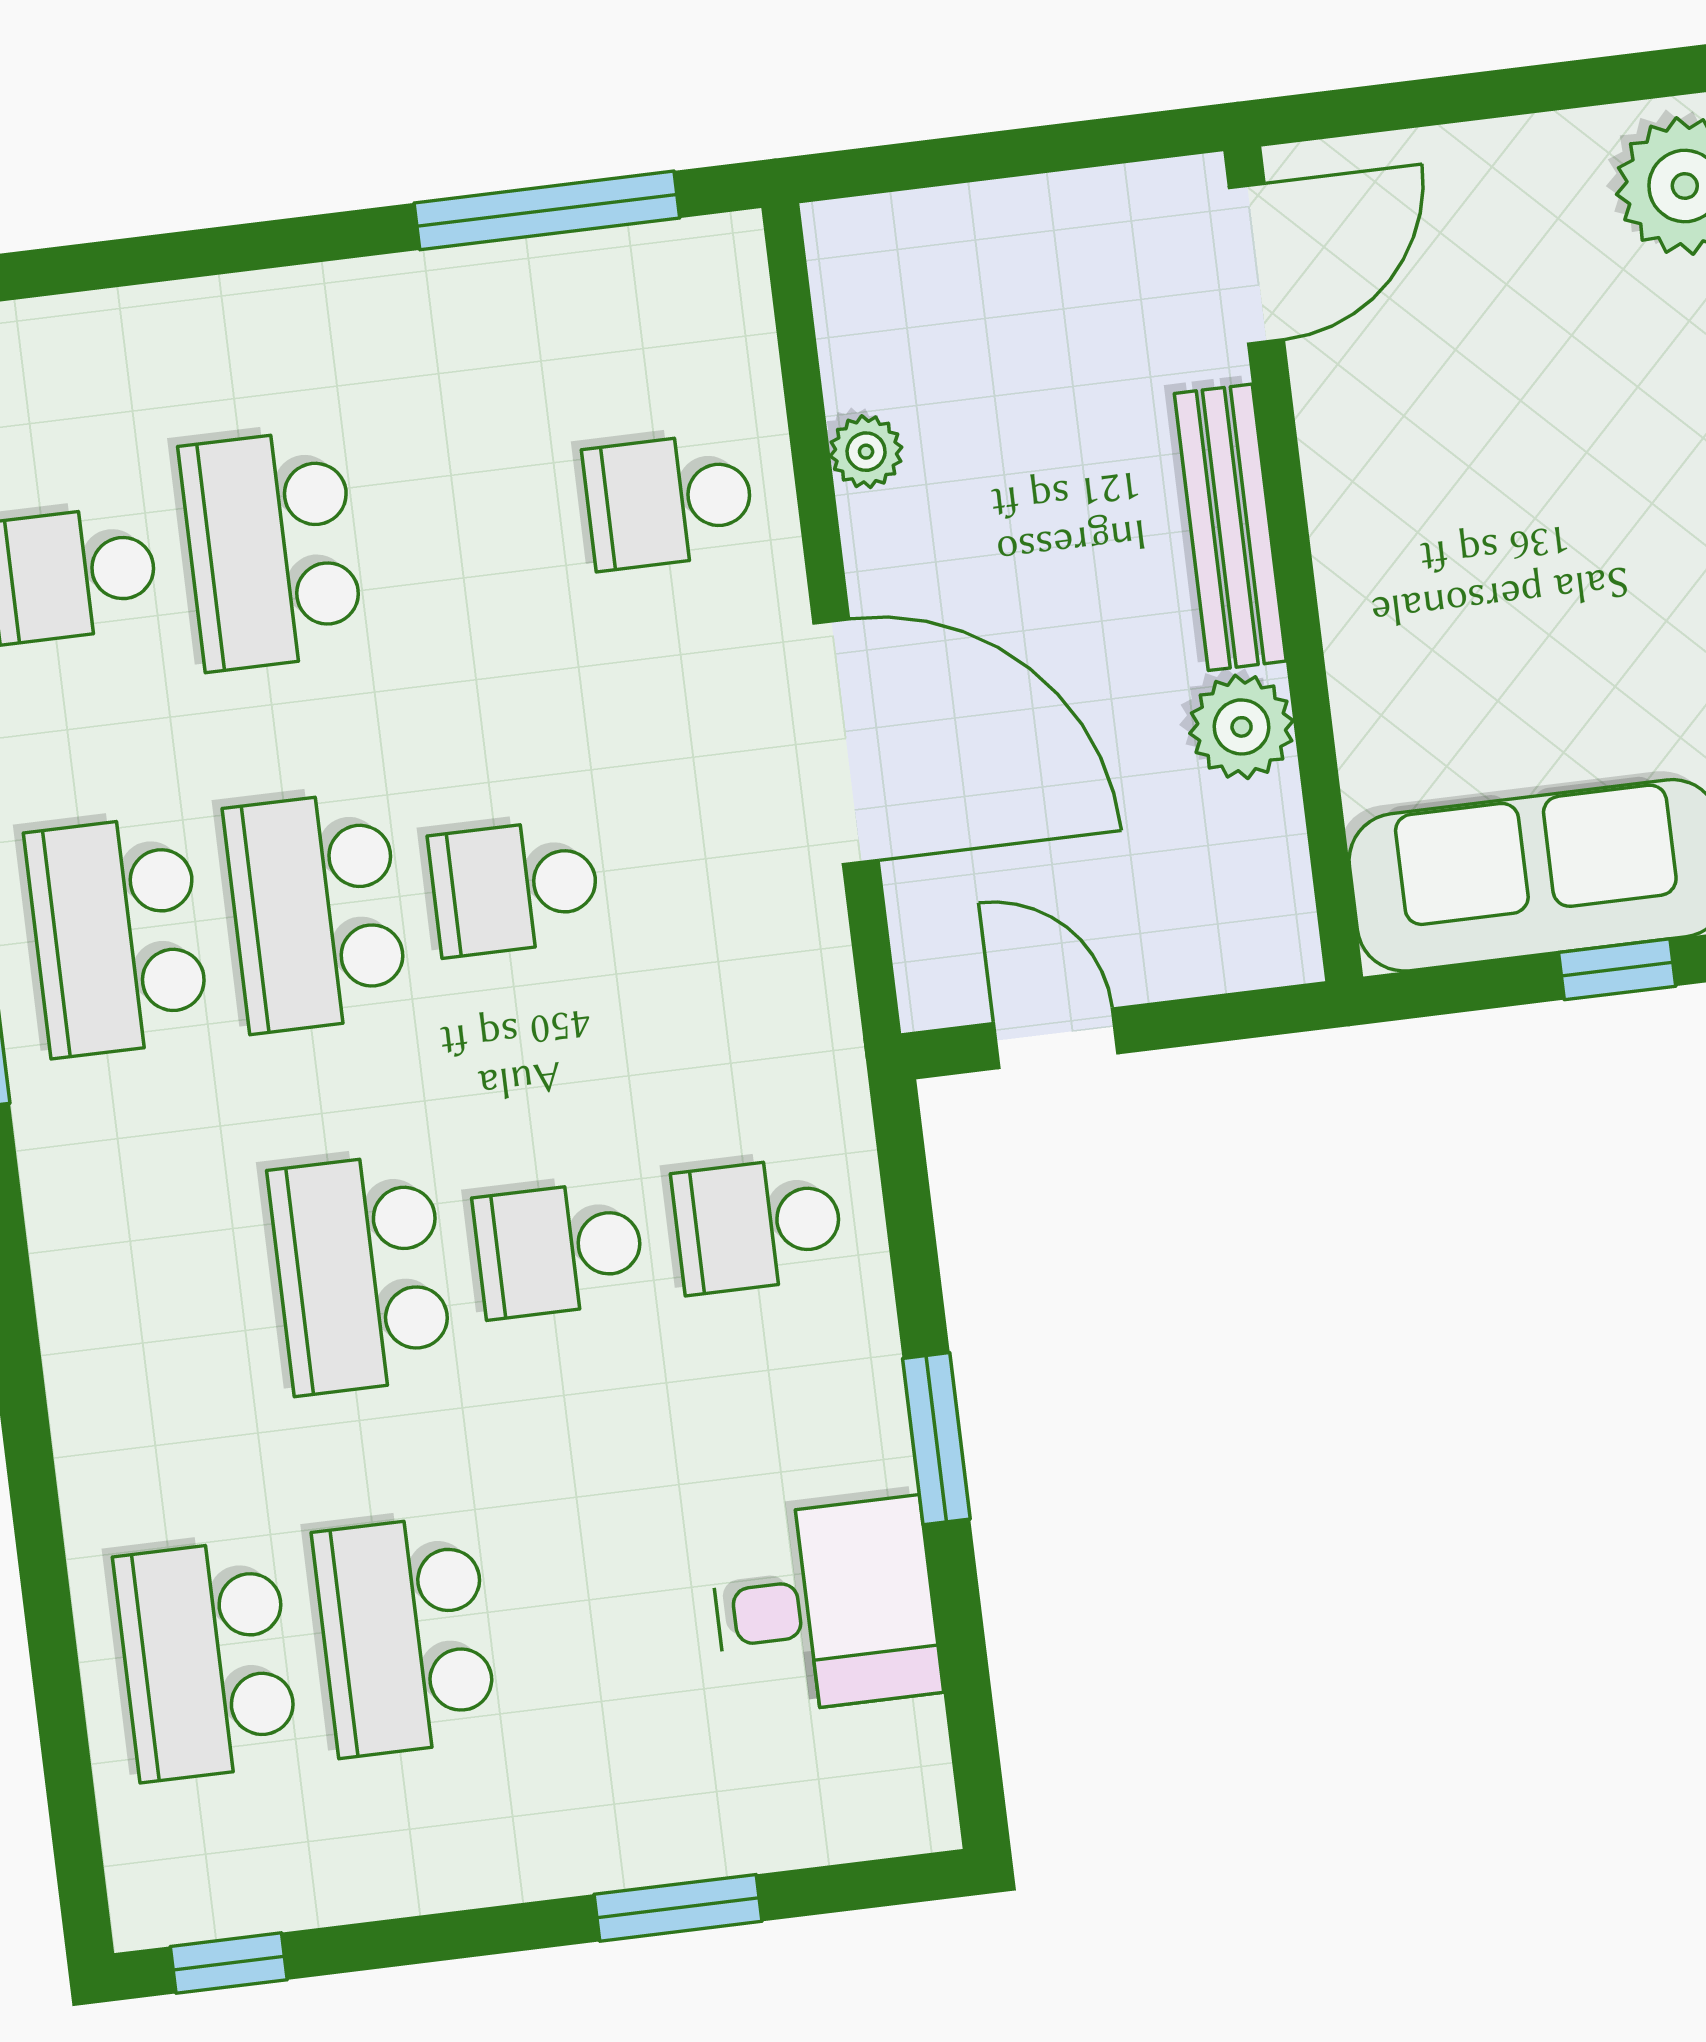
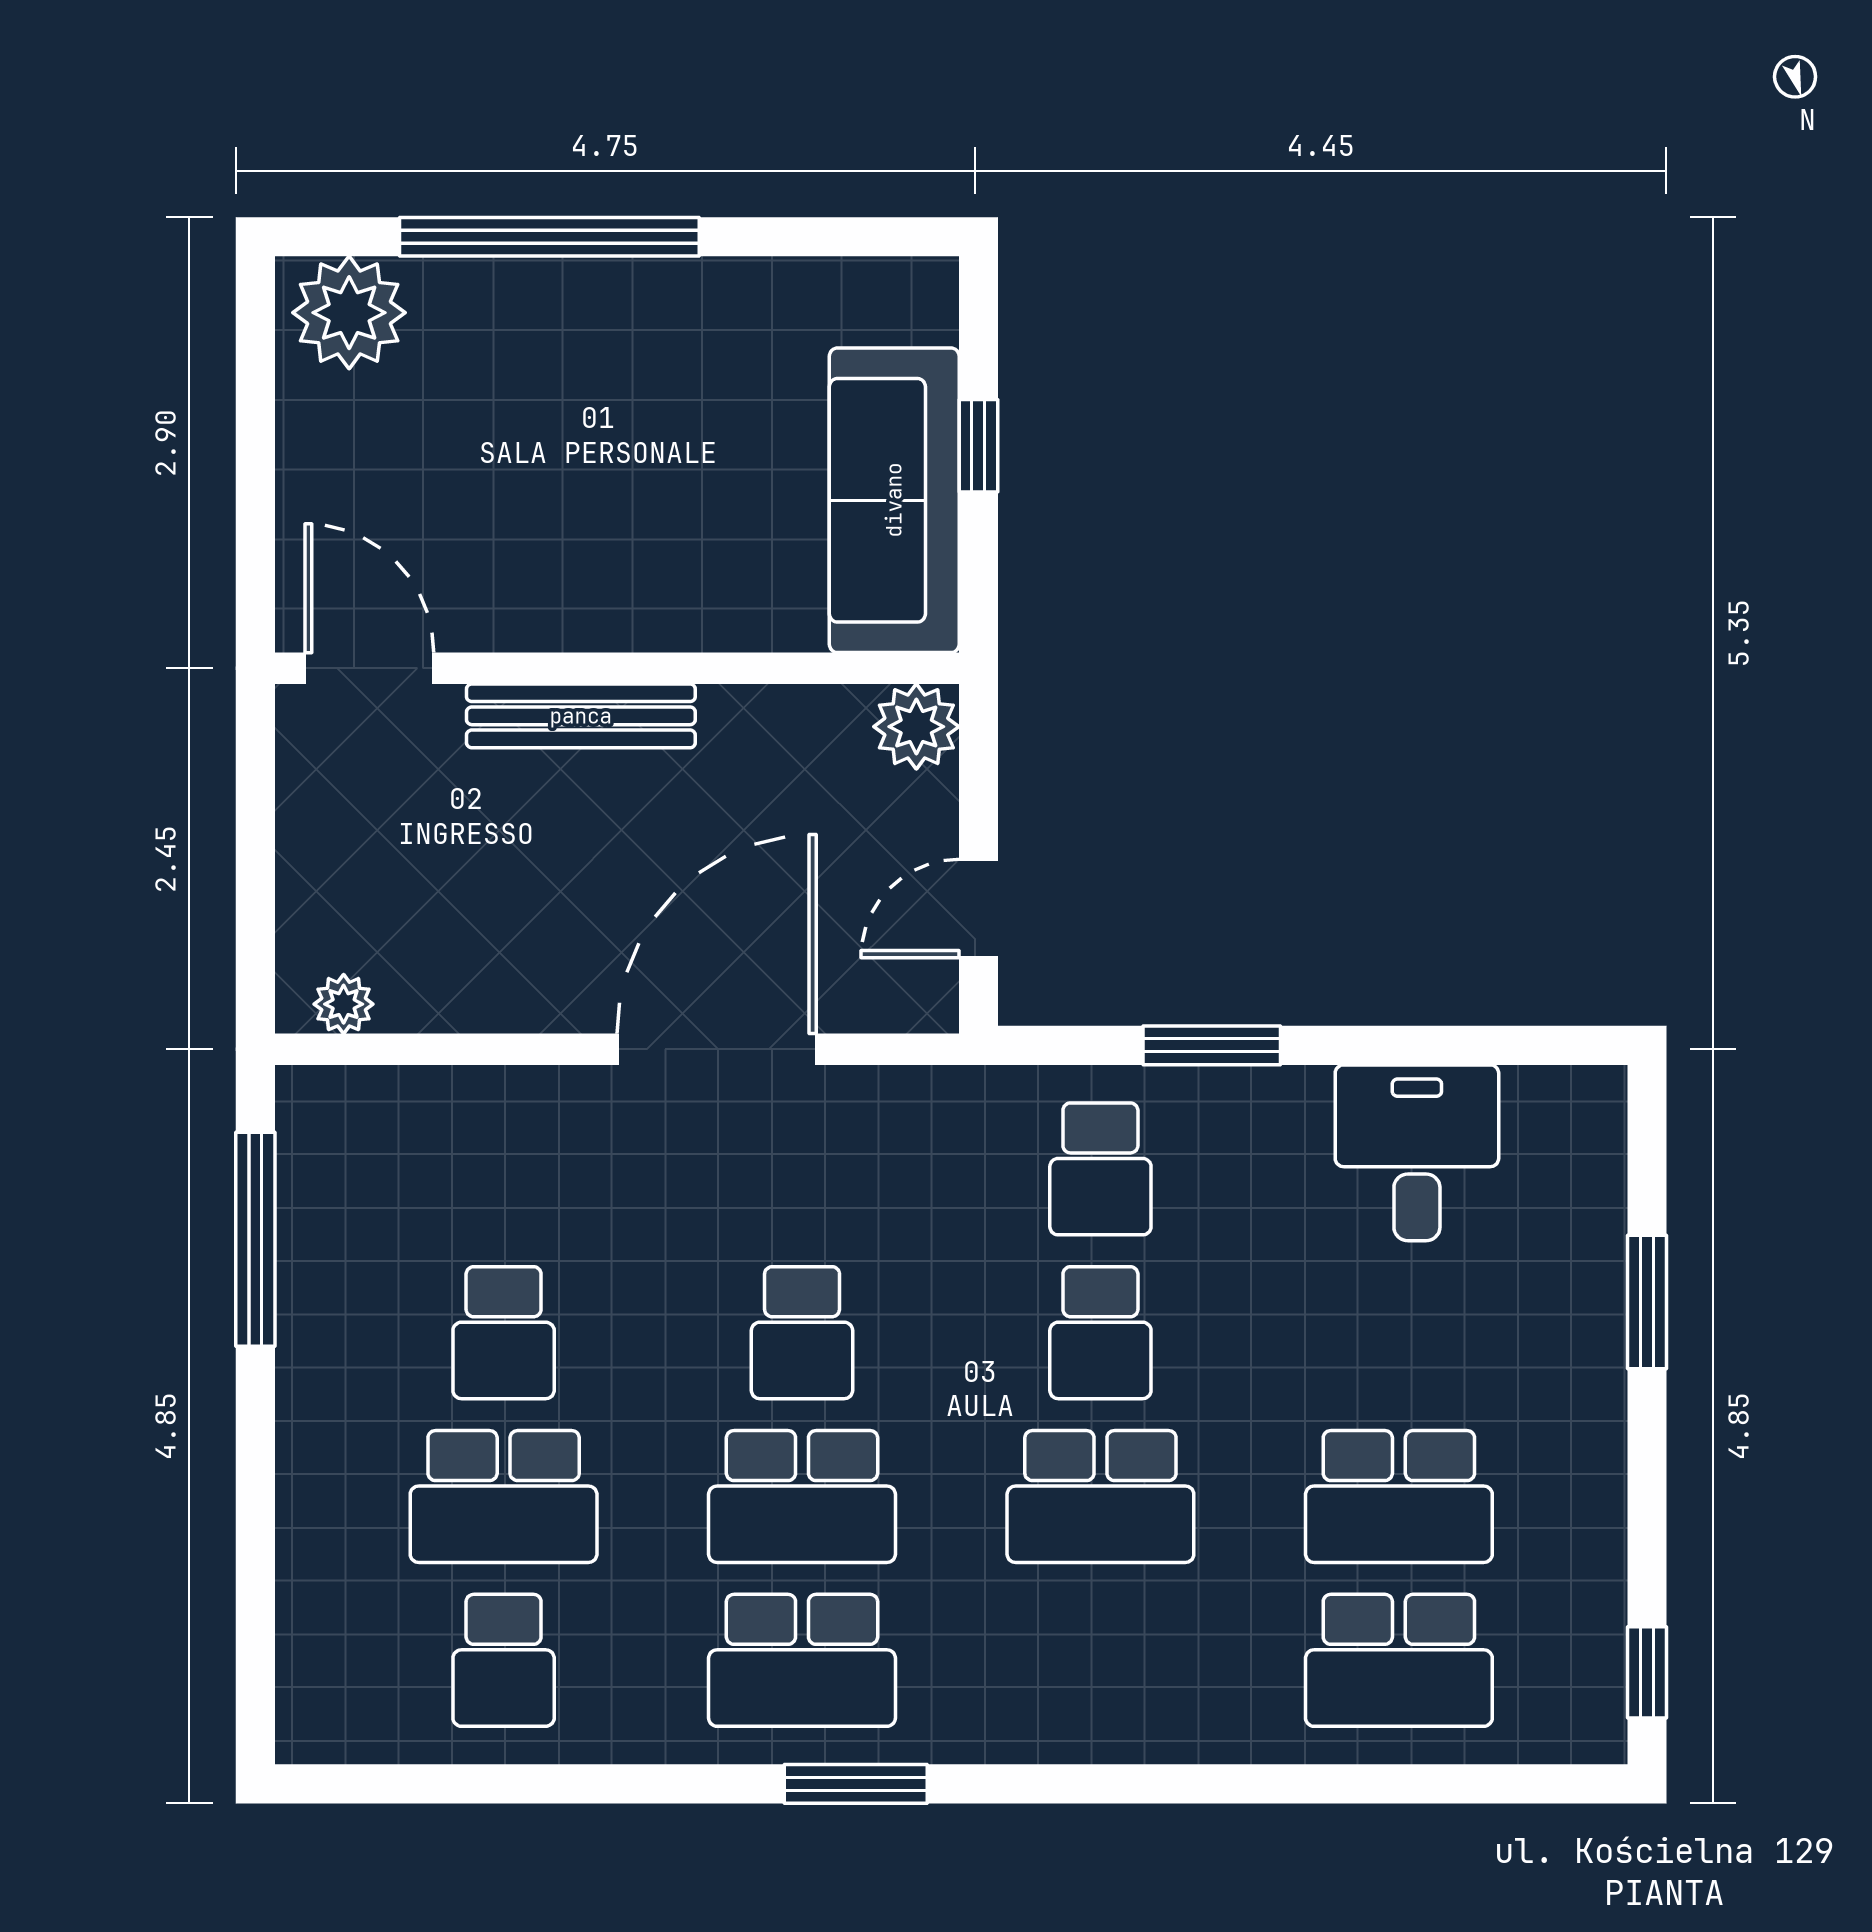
plant: (866, 452) -> (344, 1004), moved
school desk: (669, 501) -> (504, 1333), moved
plant: (1242, 727) -> (916, 727), moved
window: (936, 1439) -> (1212, 1045), moved

